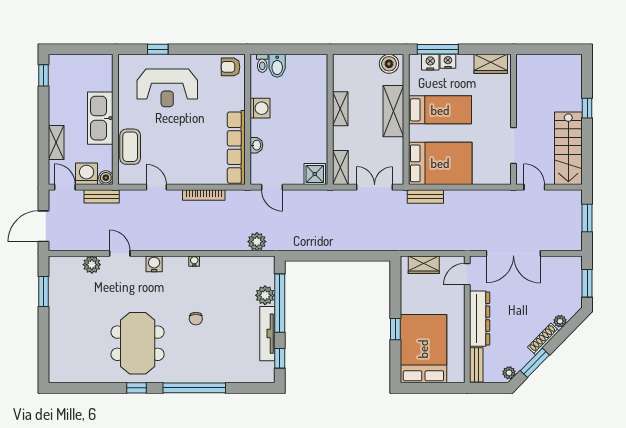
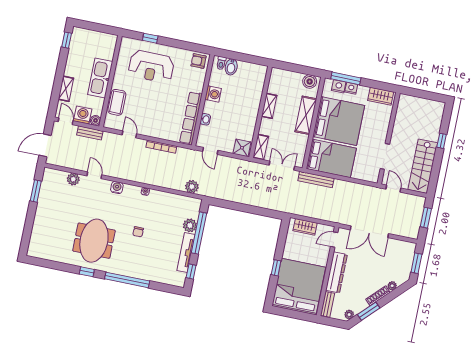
bed: (440, 110) -> (339, 121), width x2.04
bench: (425, 197) -> (316, 179), width x1.36
bed: (423, 349) -> (299, 287), width x1.36

